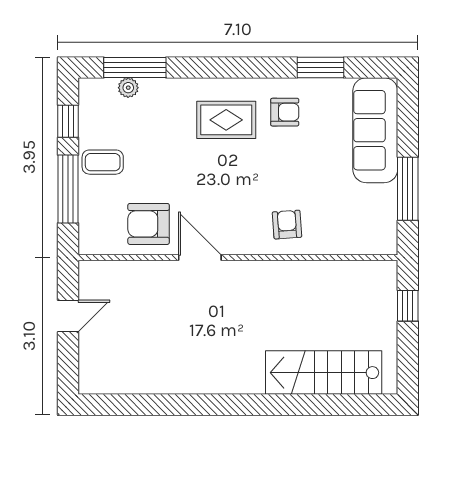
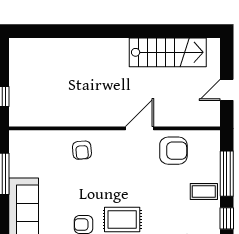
door: (200, 258) -> (140, 128), swing flipped
stairs: (324, 373) -> (168, 52), moved

